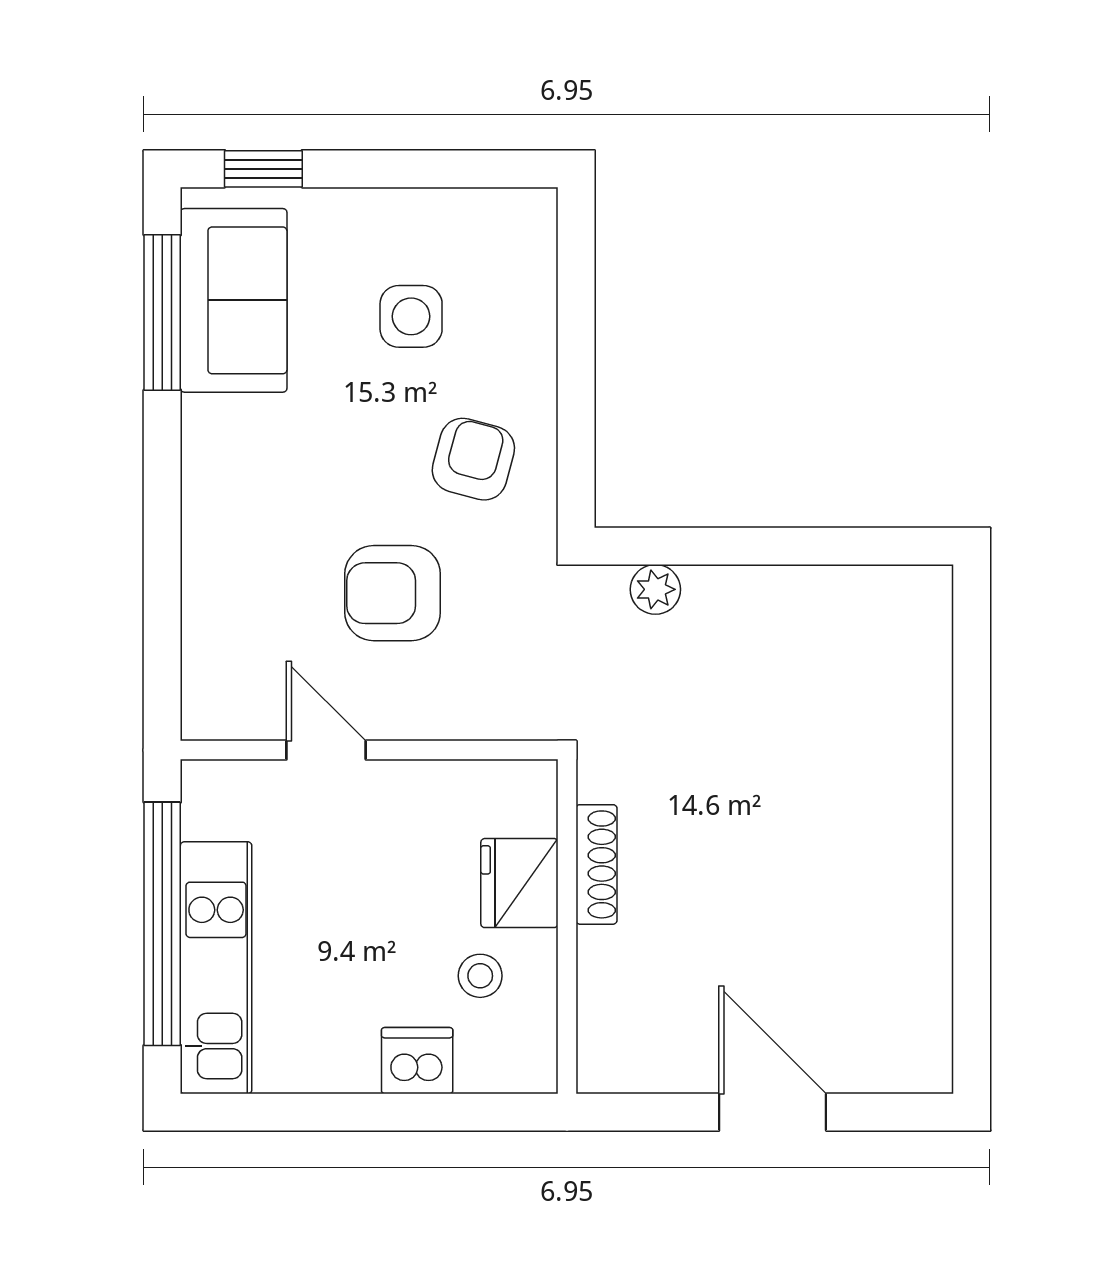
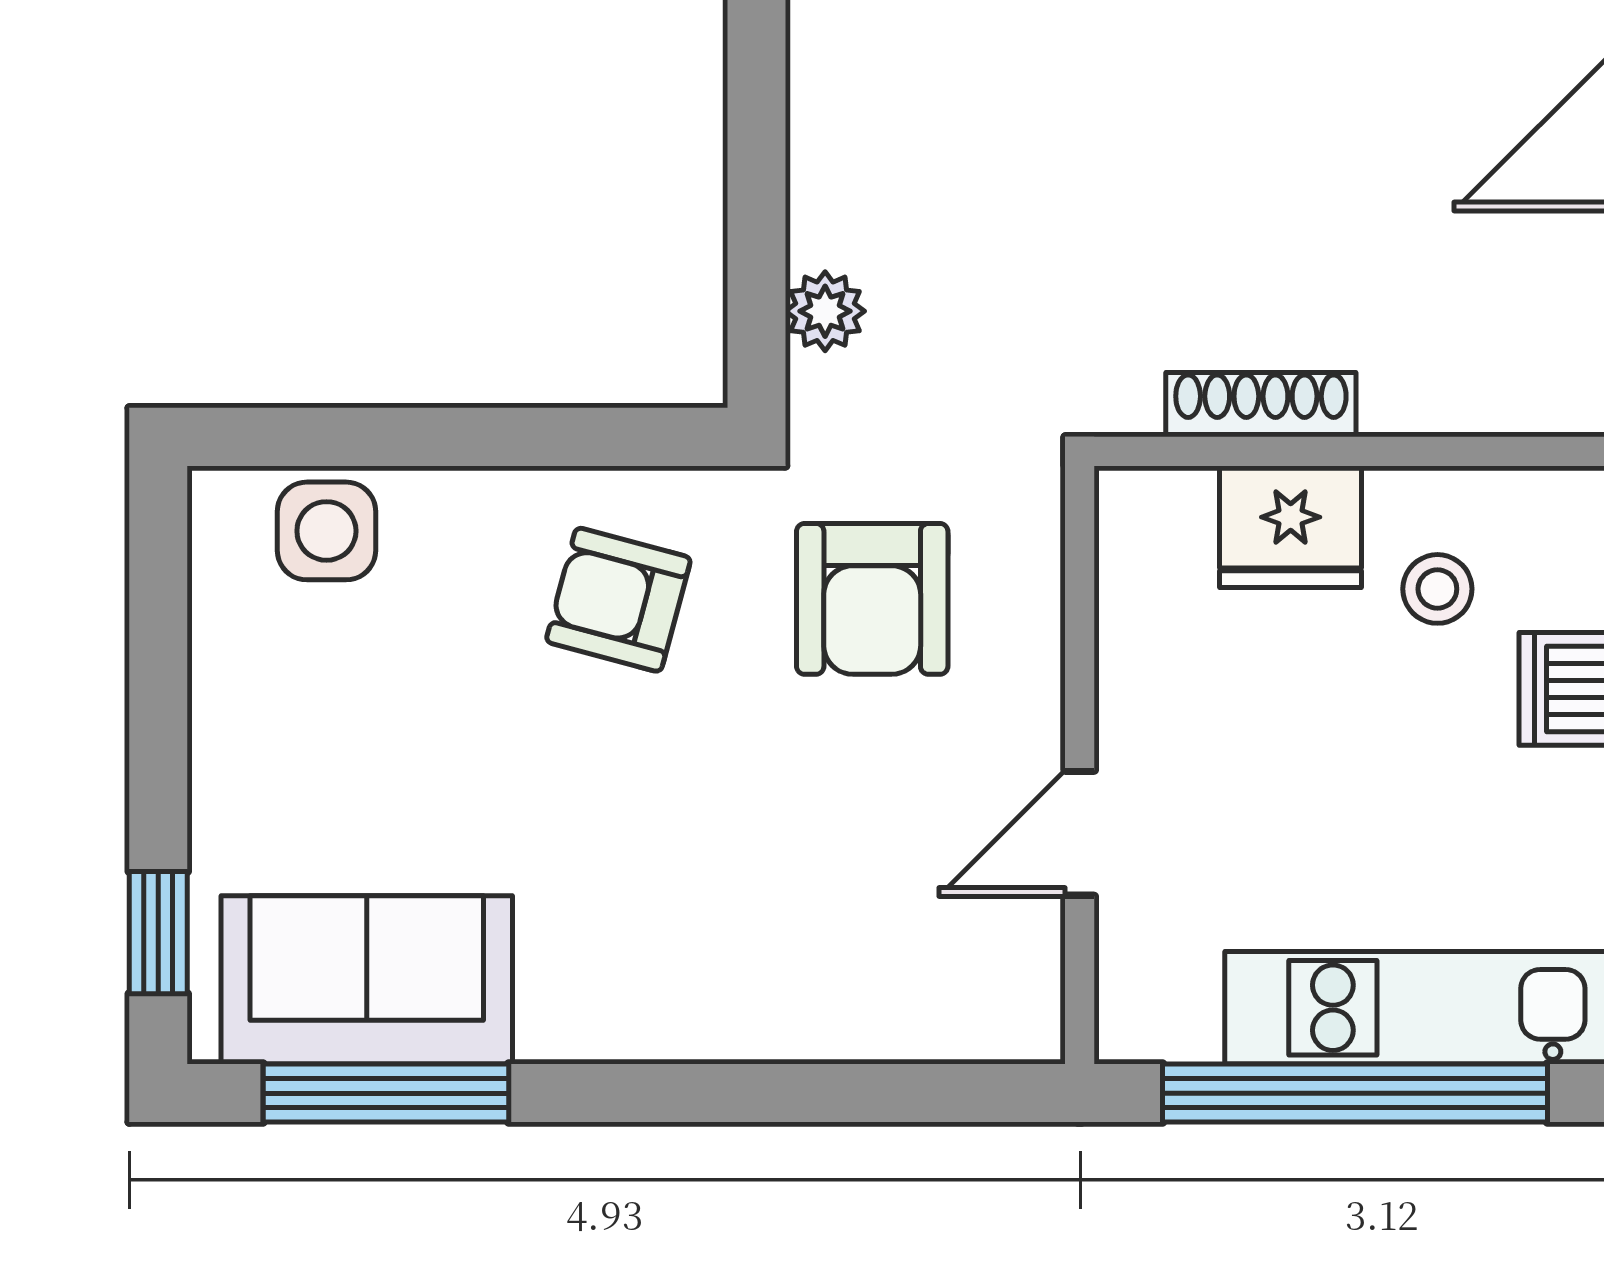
side table: (411, 316) -> (326, 531), moved
armchair: (393, 593) -> (872, 599), moved

